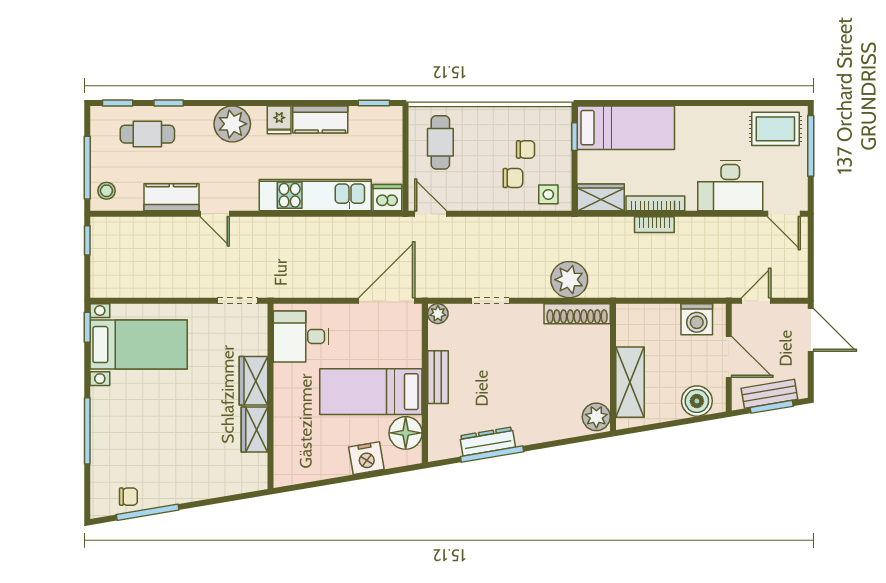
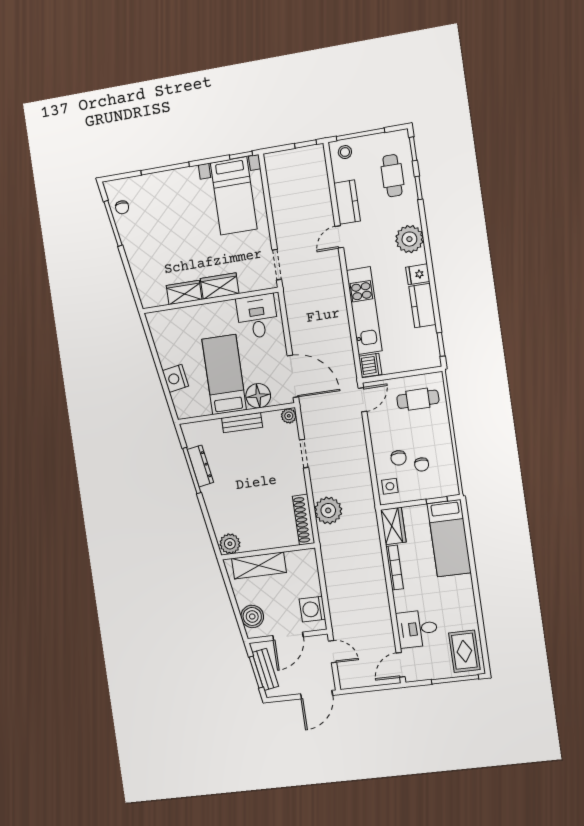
desk: (730, 186) -> (417, 629), width x0.73
bookcase: (654, 225) -> (378, 569), removed
floor lamp: (406, 433) -> (258, 396), moved

